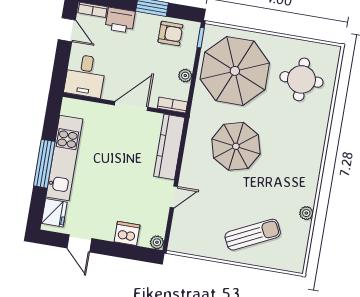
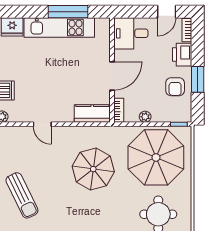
armchair: (170, 33) -> (175, 87), moved
door: (131, 106) -> (112, 76), hinge flipped
kitchen counter: (169, 147) -> (92, 113), width x0.67
window: (44, 164) -> (68, 12), moved

